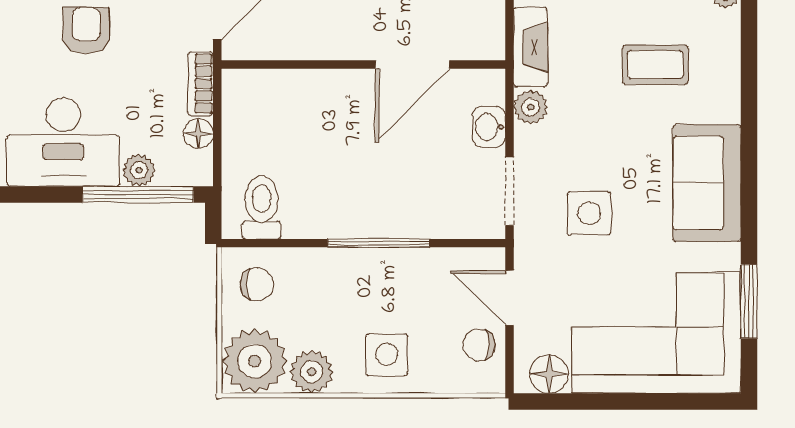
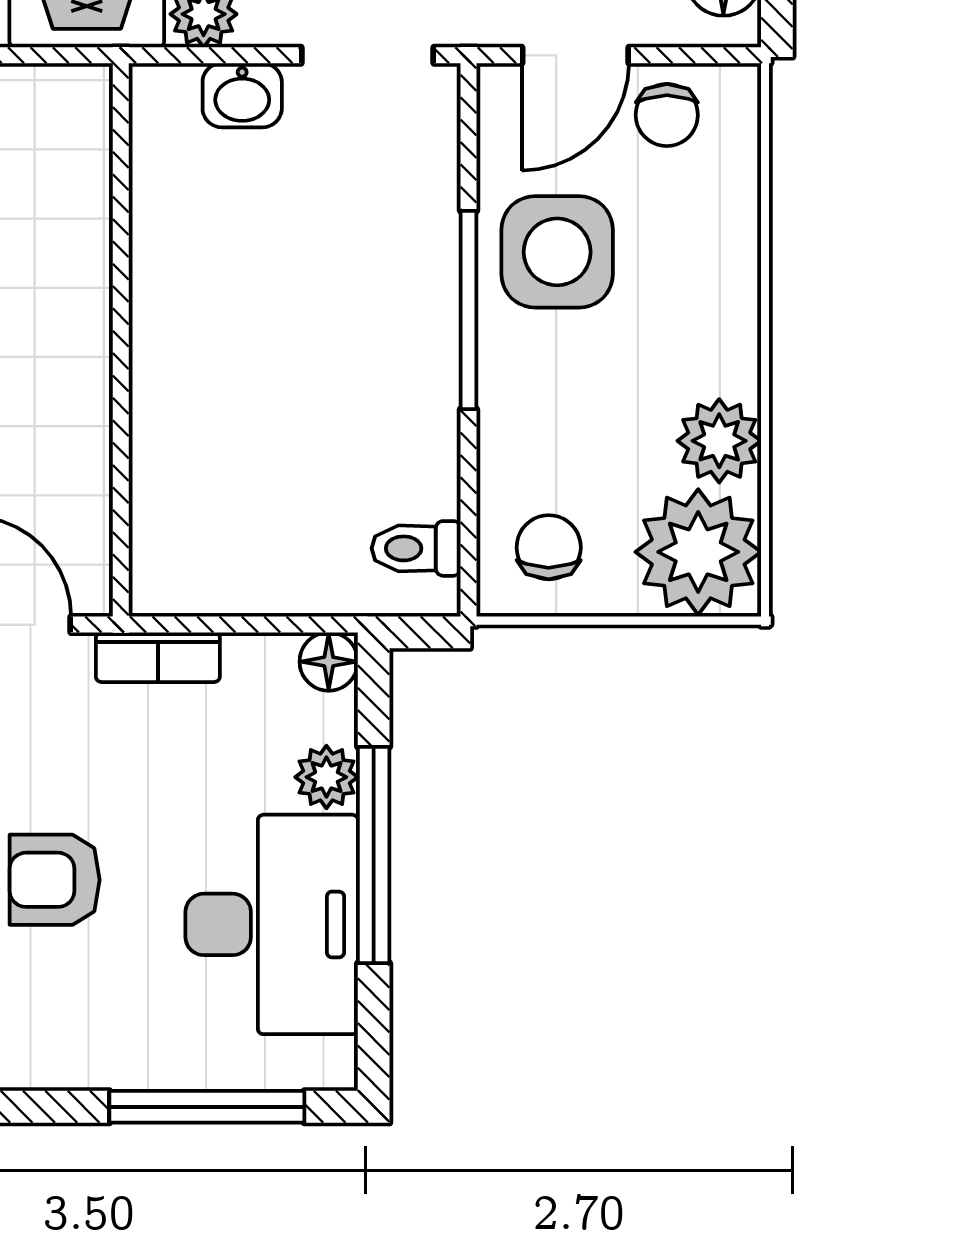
door: (412, 65) -> (121, 244), removed
floor lamp: (198, 134) -> (329, 662), moved
window: (138, 194) -> (374, 855), moved
toilet: (262, 207) -> (416, 548), width x0.73, depth x0.72
side table: (387, 354) -> (557, 252), moved, width x1.37, depth x1.37

